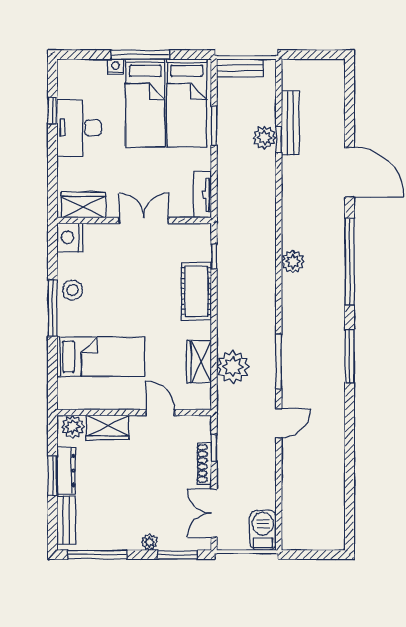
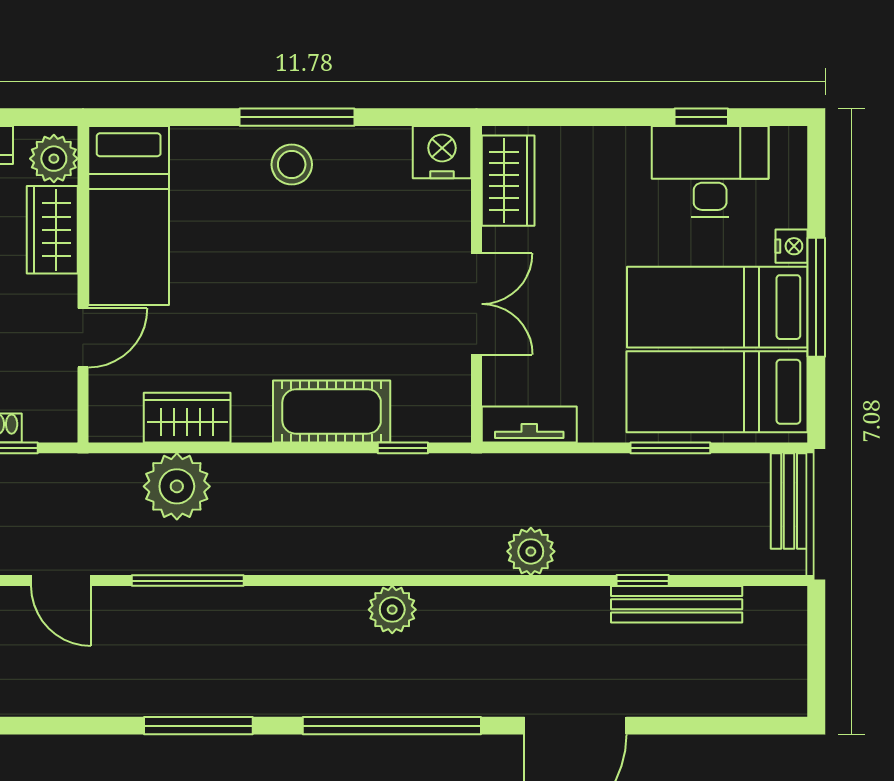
desk: (79, 128) -> (710, 172), moved
plant: (265, 138) -> (531, 551), moved
stool: (72, 290) -> (292, 165), moved
bed: (101, 357) -> (129, 216), moved

